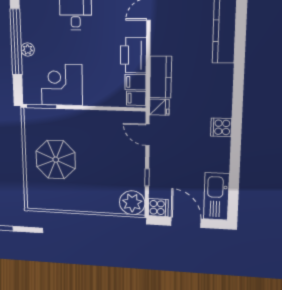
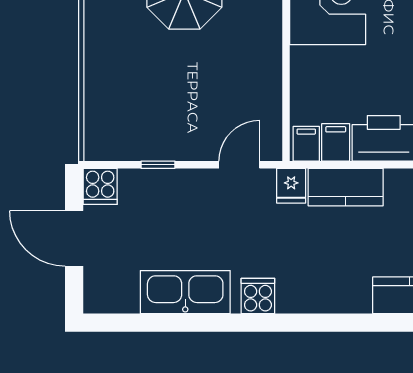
kitchen sink: (216, 196) -> (185, 292), moved
plant: (132, 203) -> (107, 137), removed
door: (186, 222) -> (74, 238), swing flipped

